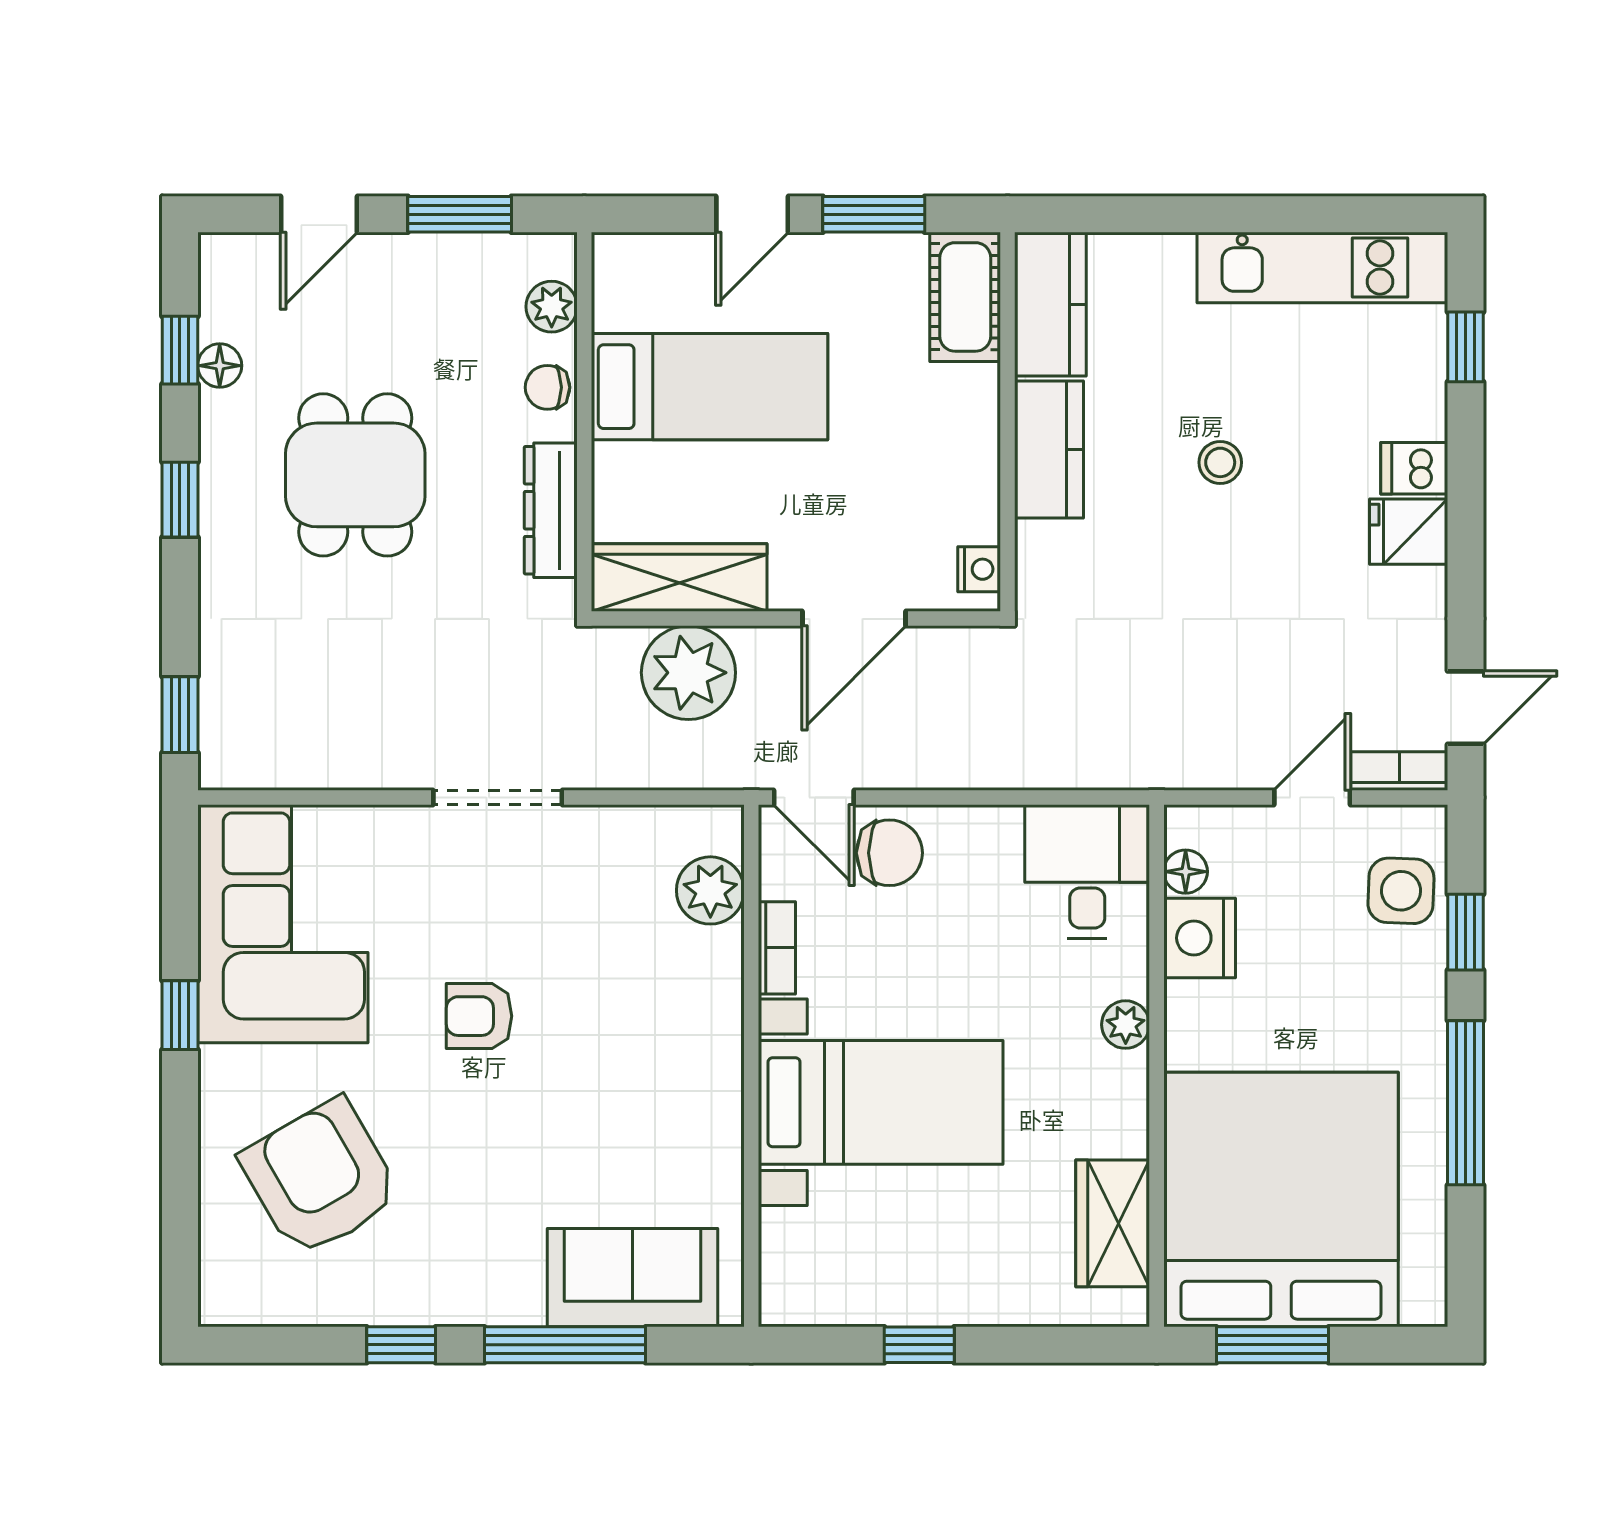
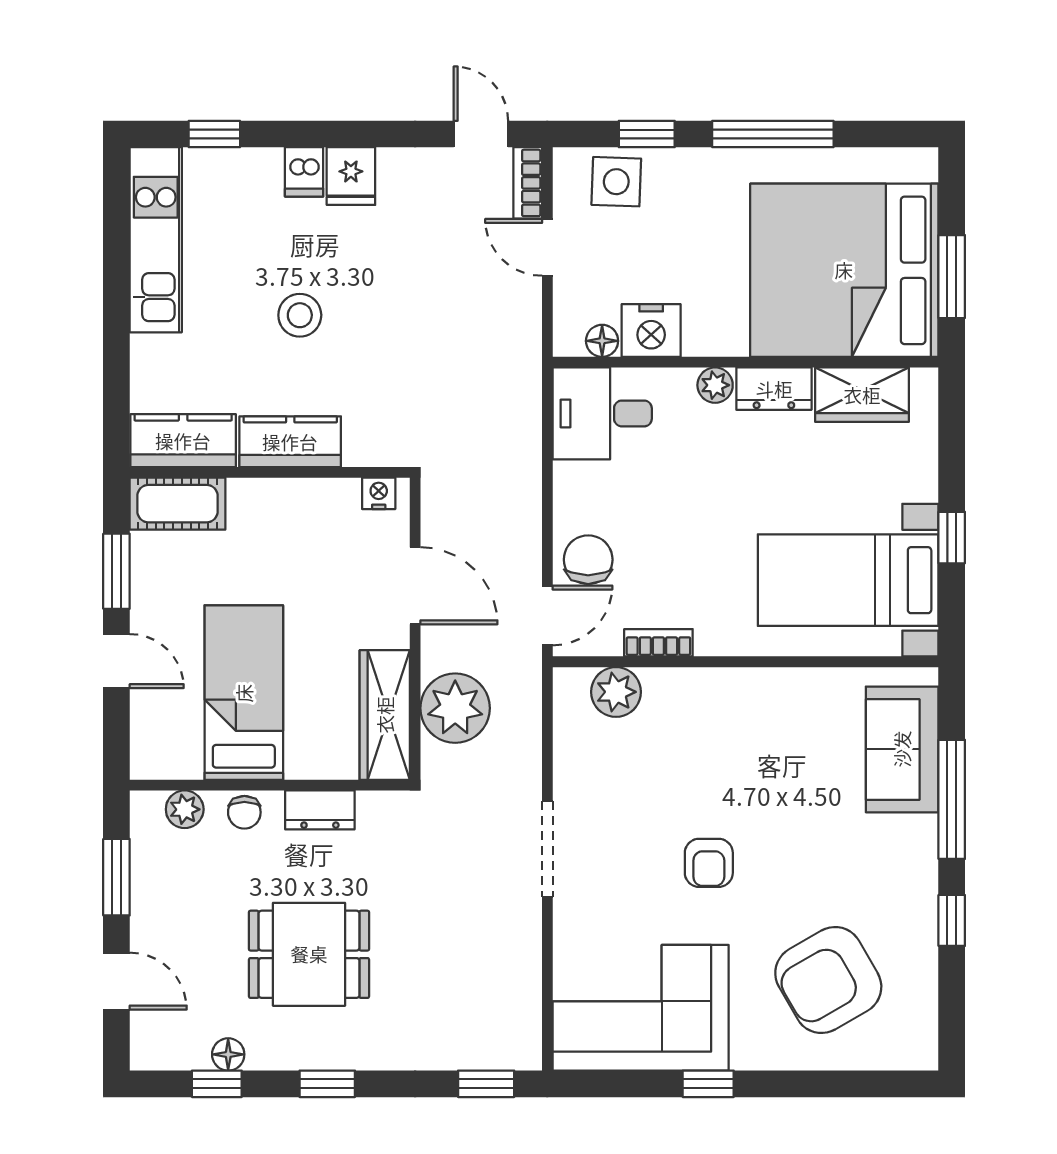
stool: (1220, 462) -> (300, 315), width x1.37, depth x1.37
dresser: (551, 510) -> (320, 810), width x0.70
bed with nightstands: (881, 1102) -> (848, 580), moved, turned -90
dresser: (1121, 1104) -> (774, 389), added

